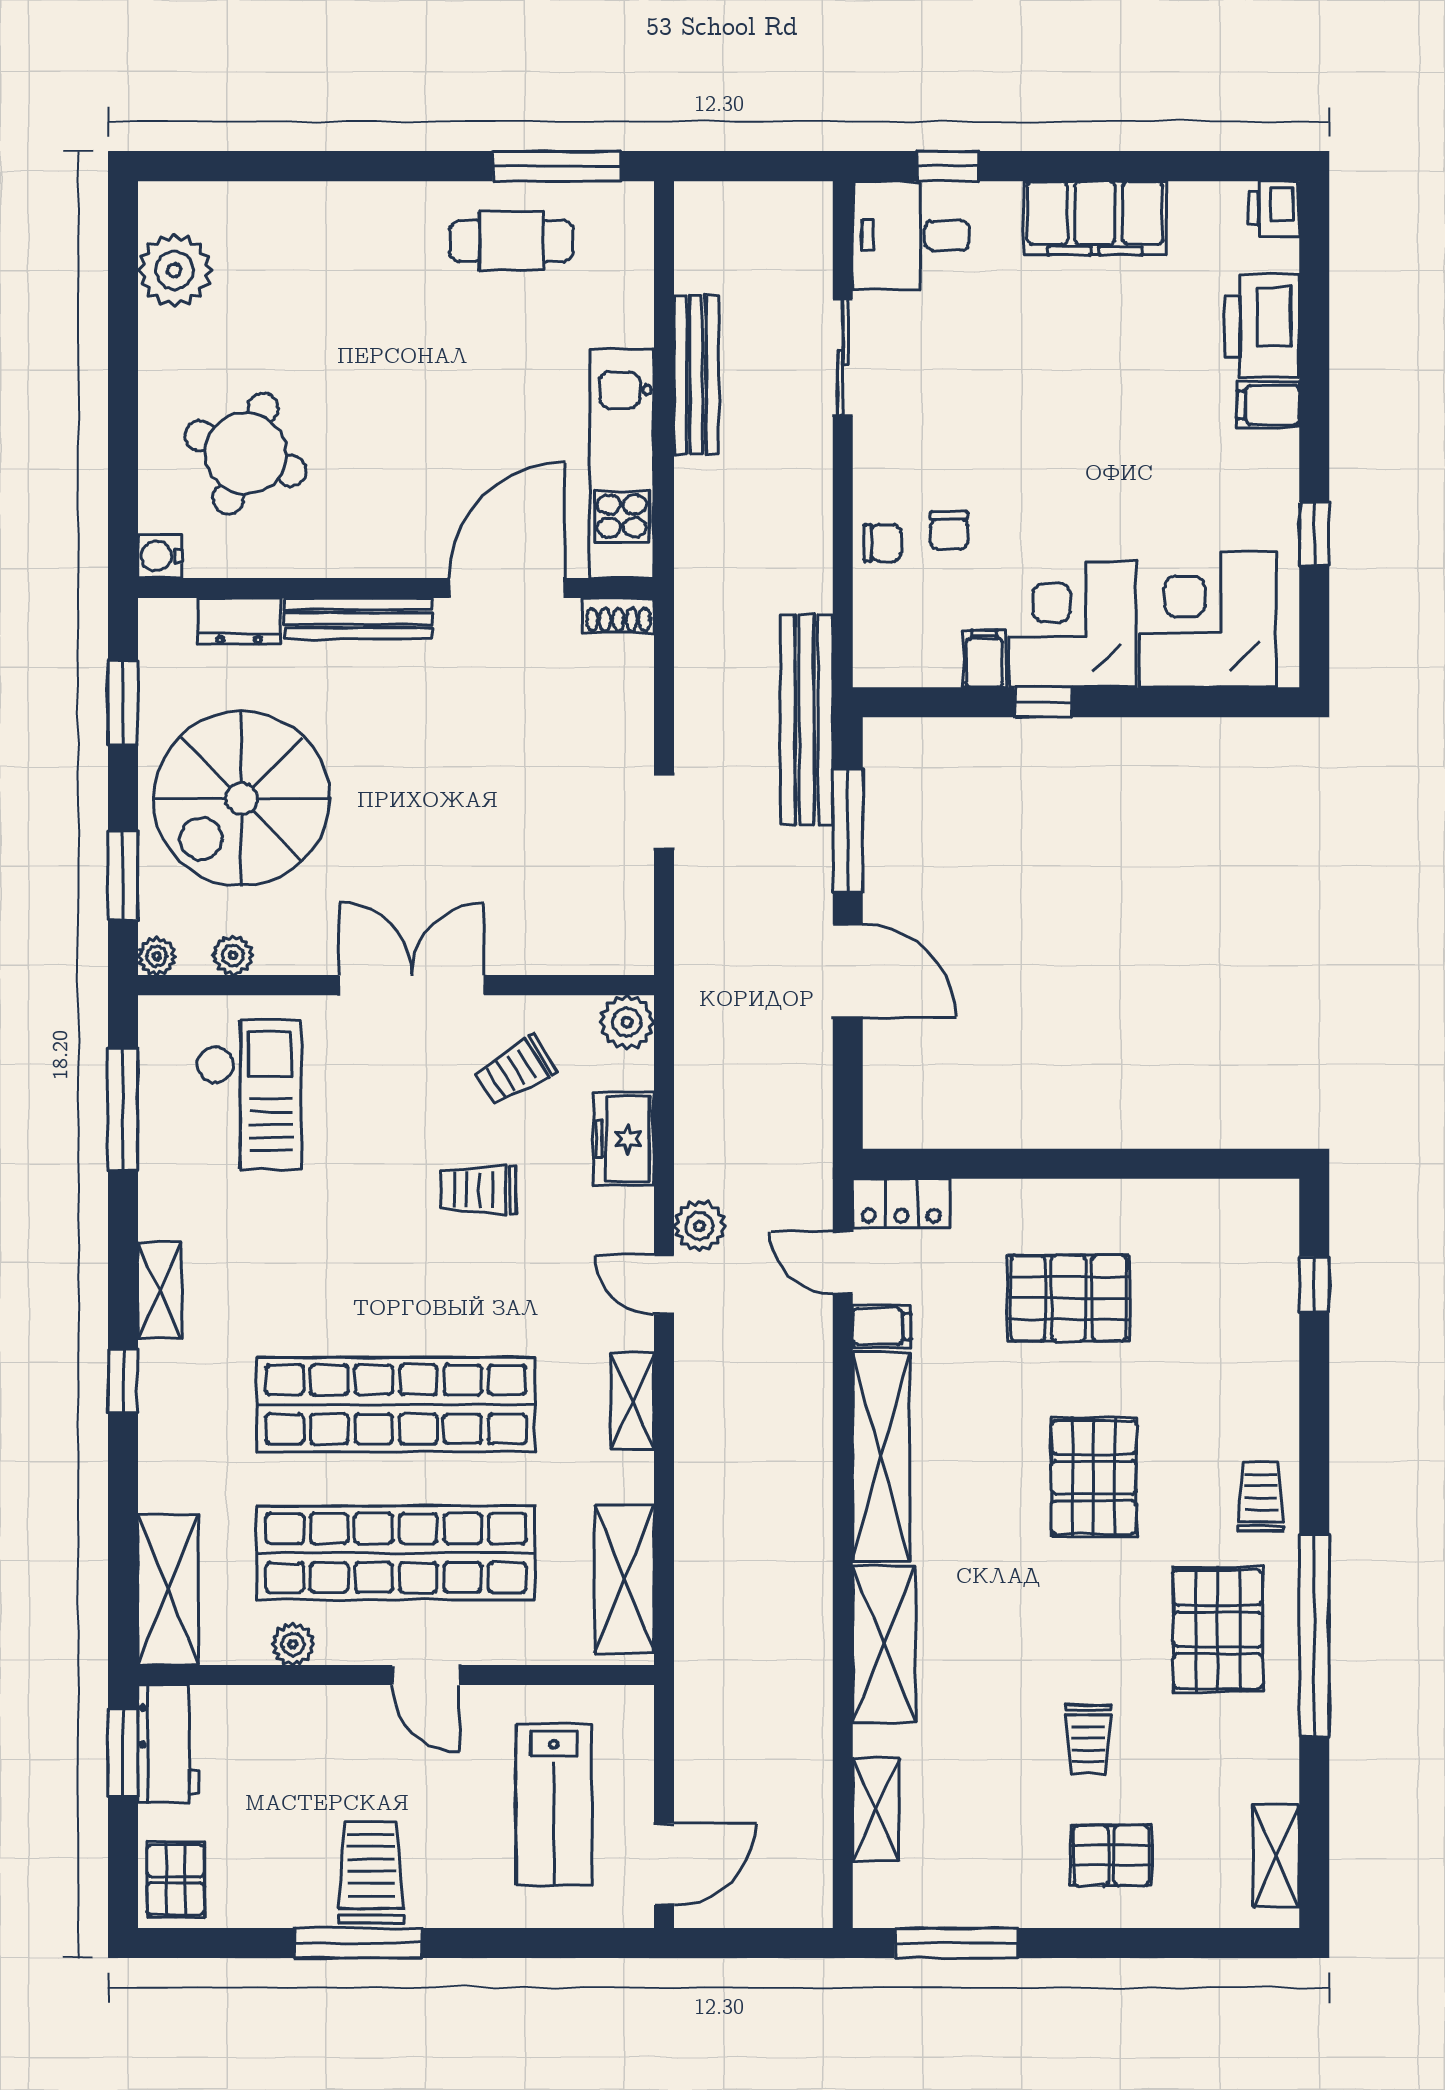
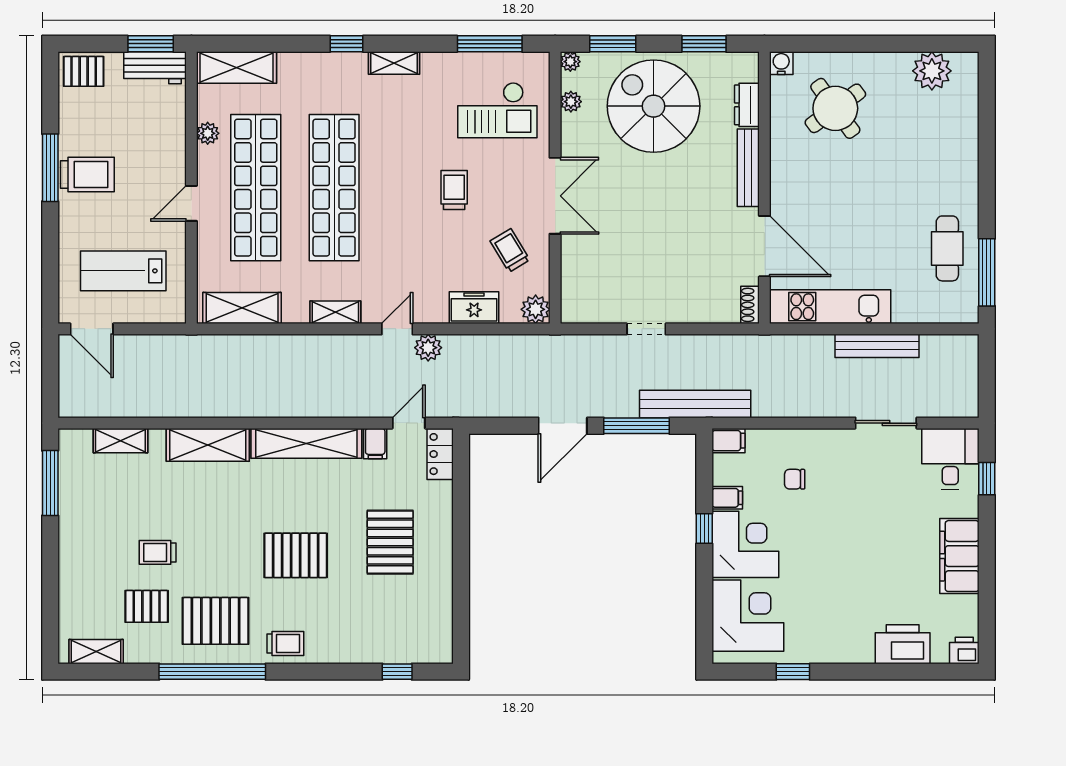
filing cabinet: (1268, 405) -> (728, 441), moved, turned 90
round table: (246, 453) -> (835, 108), turned 33
chair: (883, 543) -> (788, 444), removed
trolley: (479, 1190) -> (454, 190), moved
pallet: (1111, 1856) -> (147, 606), moved, turned 90

